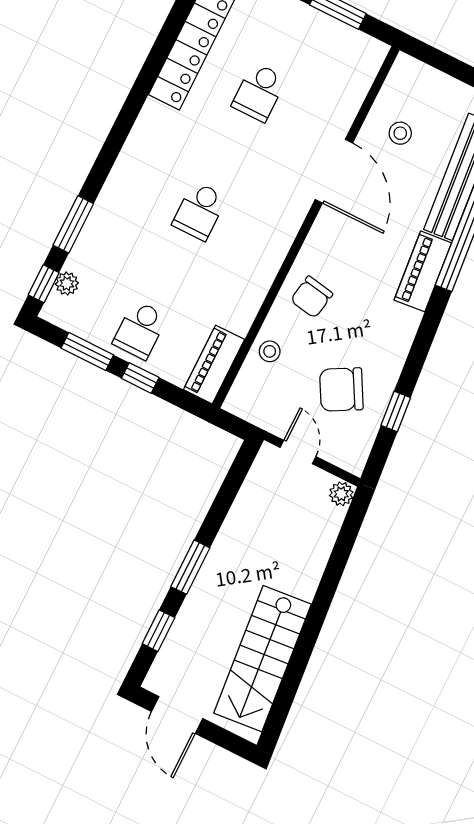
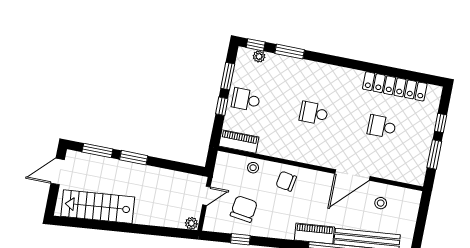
chair: (341, 389) -> (244, 209), turned 37
window: (159, 631) -> (97, 150), width x1.50

